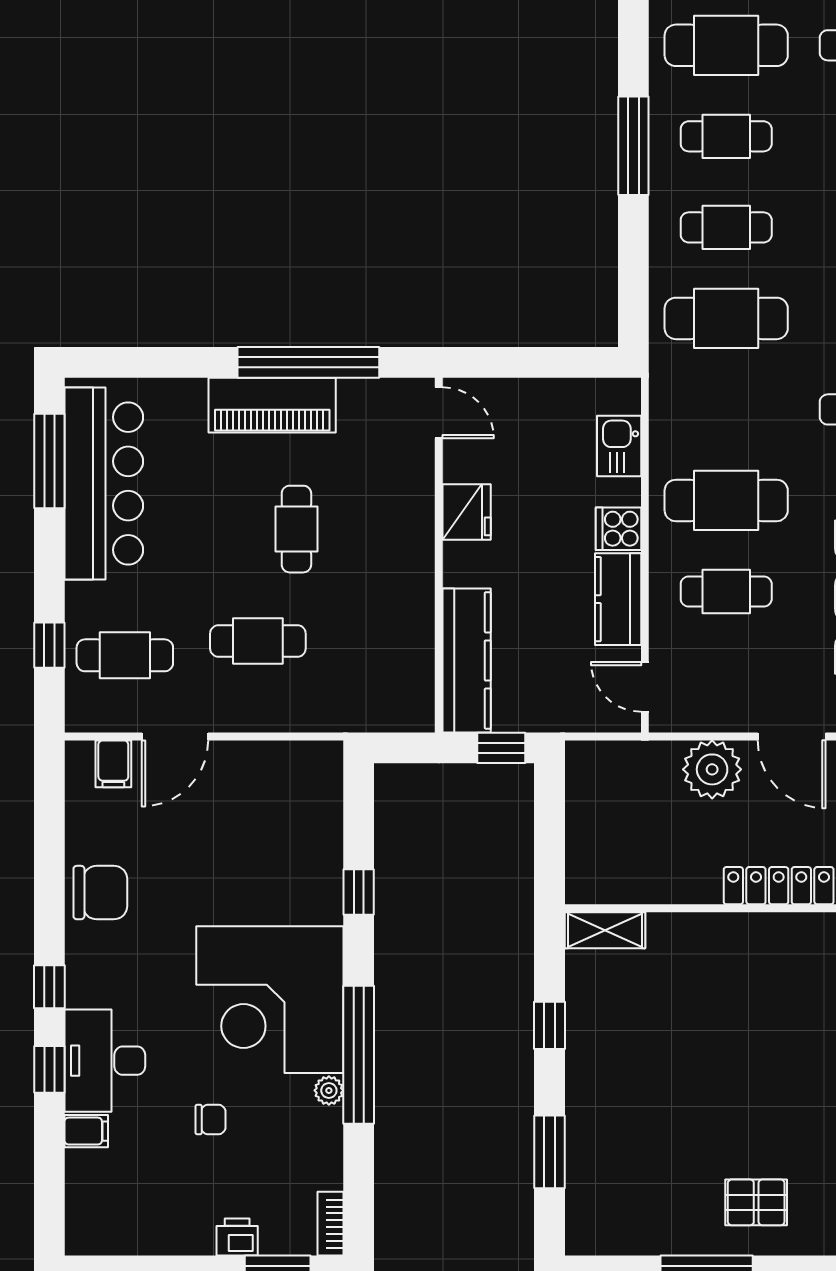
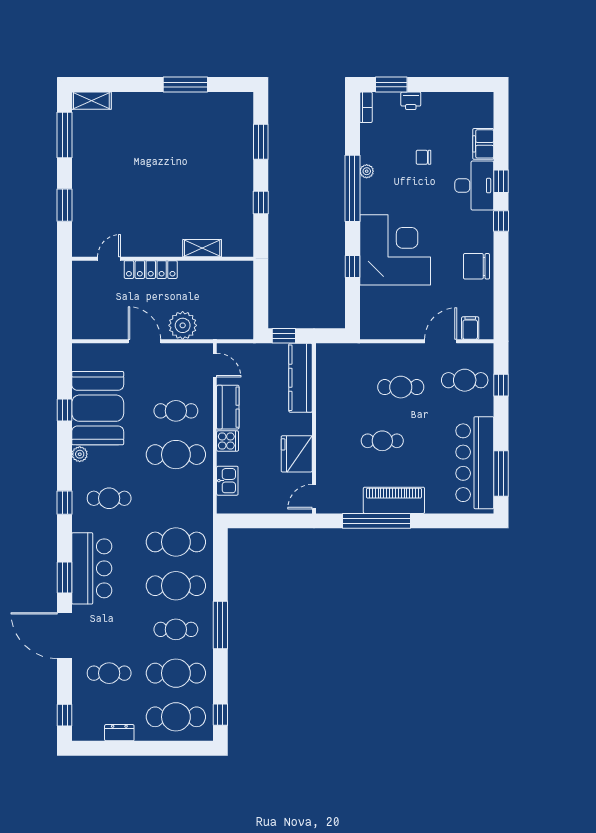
cafe table: (726, 227) -> (176, 586), width x1.37, depth x1.35
door: (439, 413) -> (314, 497), hinge flipped
fridge: (467, 512) -> (297, 454), width x1.36, depth x1.34
cafe table: (296, 529) -> (382, 441), turned 90
shelving: (605, 930) -> (202, 248), moved
corner desk: (270, 1000) -> (395, 250), moved
filing cabinet: (86, 1131) -> (483, 144), width x2.00
pallet: (756, 1202) -> (161, 117), removed

